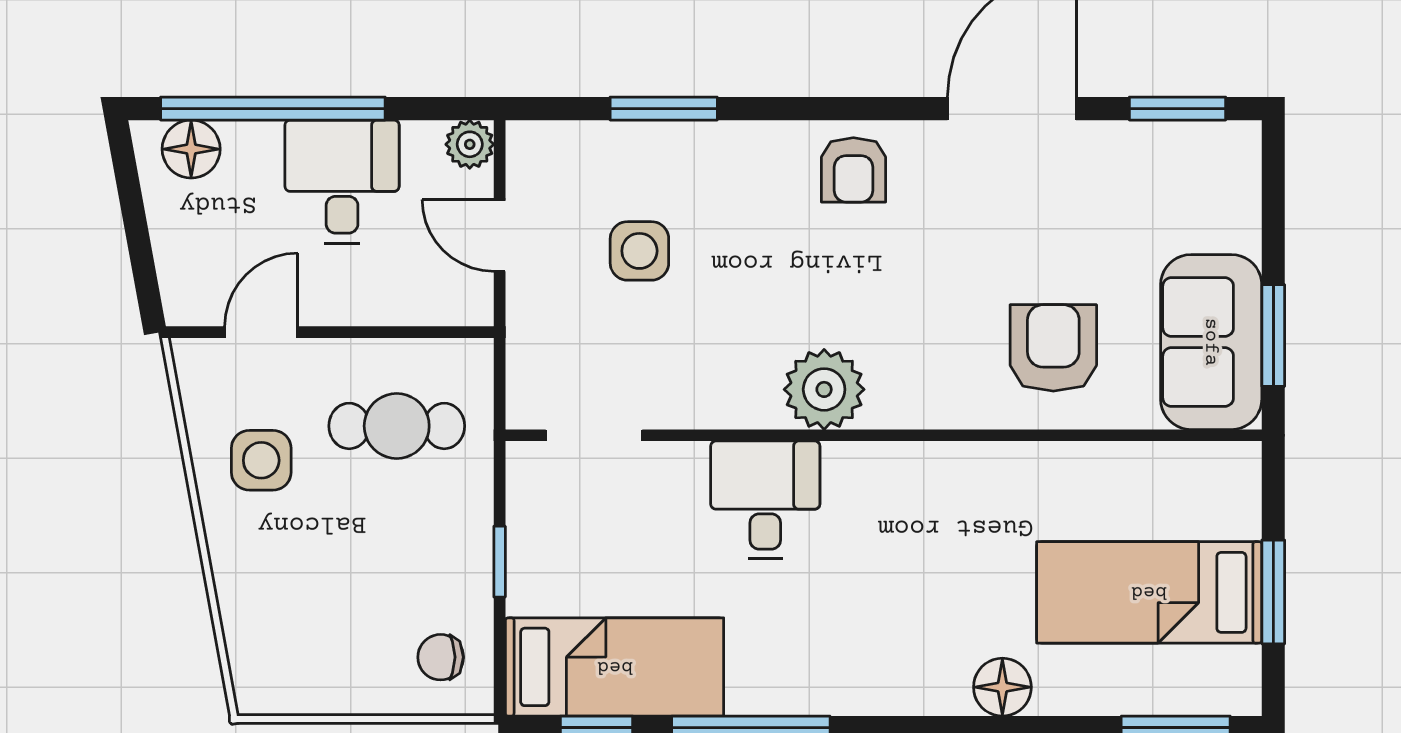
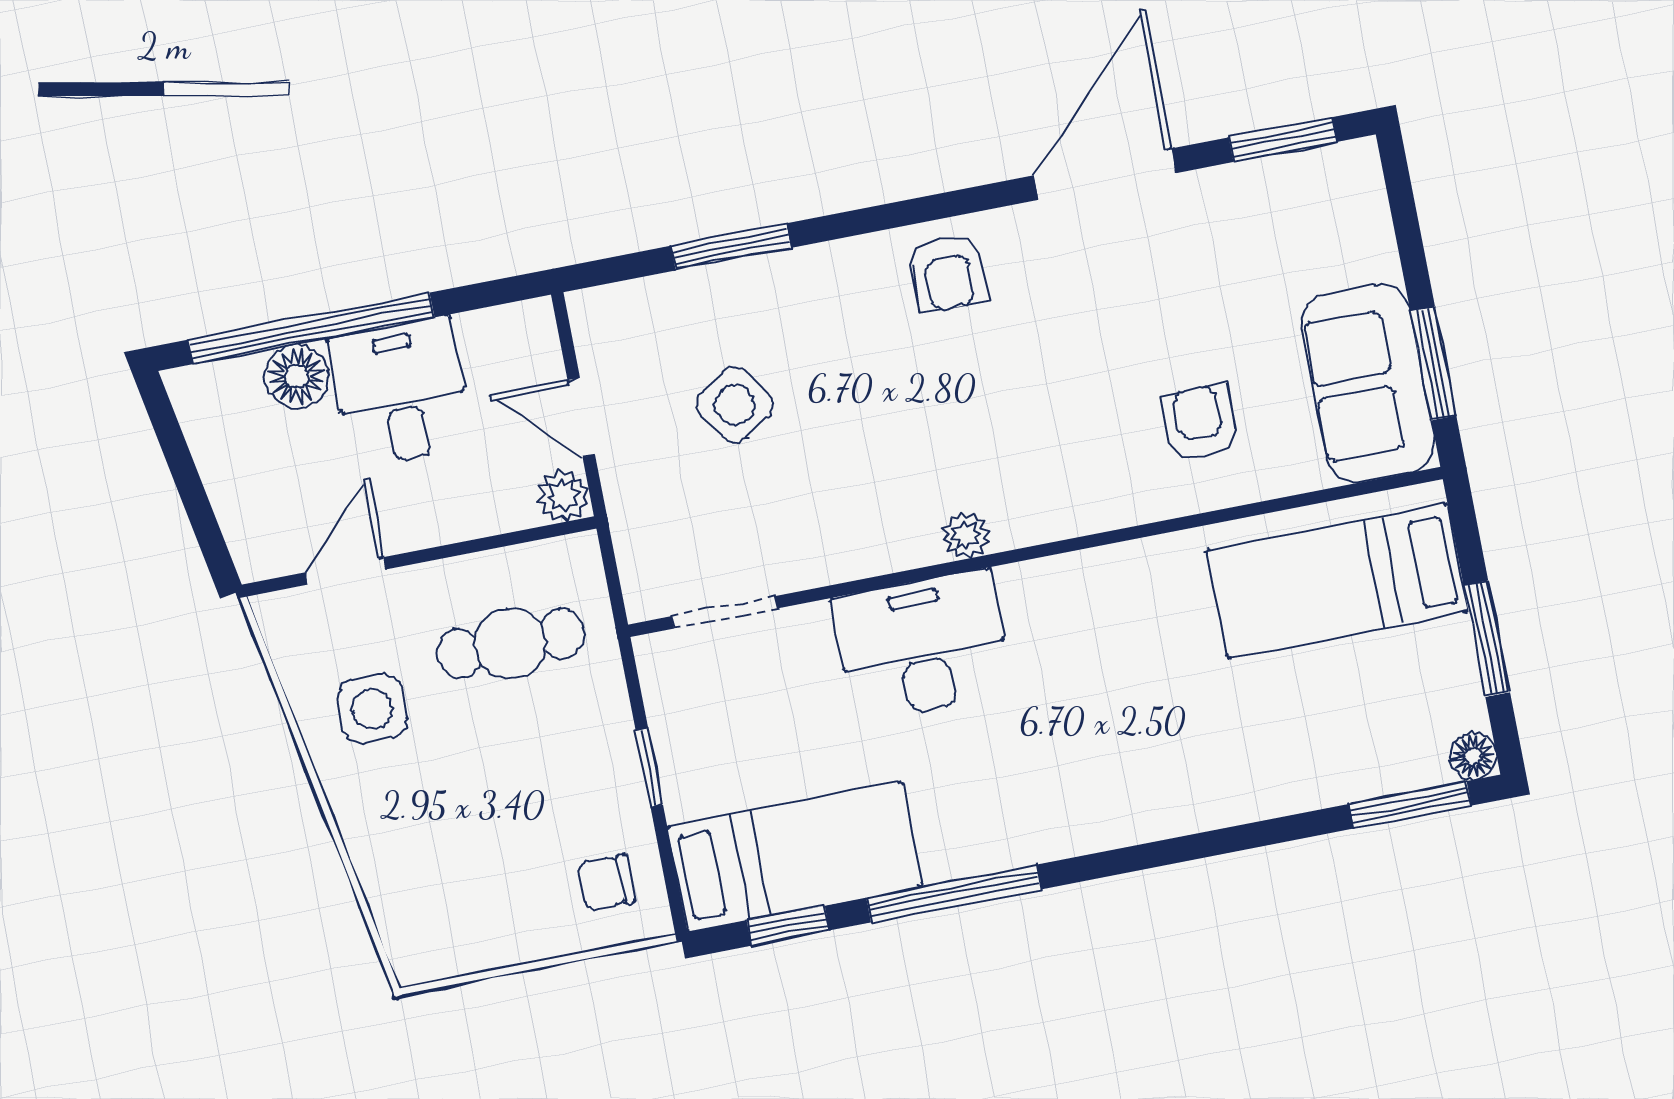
plant: (470, 144) -> (563, 495), moved
floor lamp: (191, 149) -> (297, 376), moved
side table: (639, 251) -> (735, 405), turned -32
armchair: (1053, 348) -> (1199, 423), width x0.72, depth x0.72
plant: (824, 389) -> (966, 535), width x0.53, depth x0.53
desk: (765, 500) -> (922, 646), width x1.37
bed: (1149, 592) -> (1337, 581), moved
floor lamp: (1002, 687) -> (1473, 756), moved, width x0.73, depth x0.73

